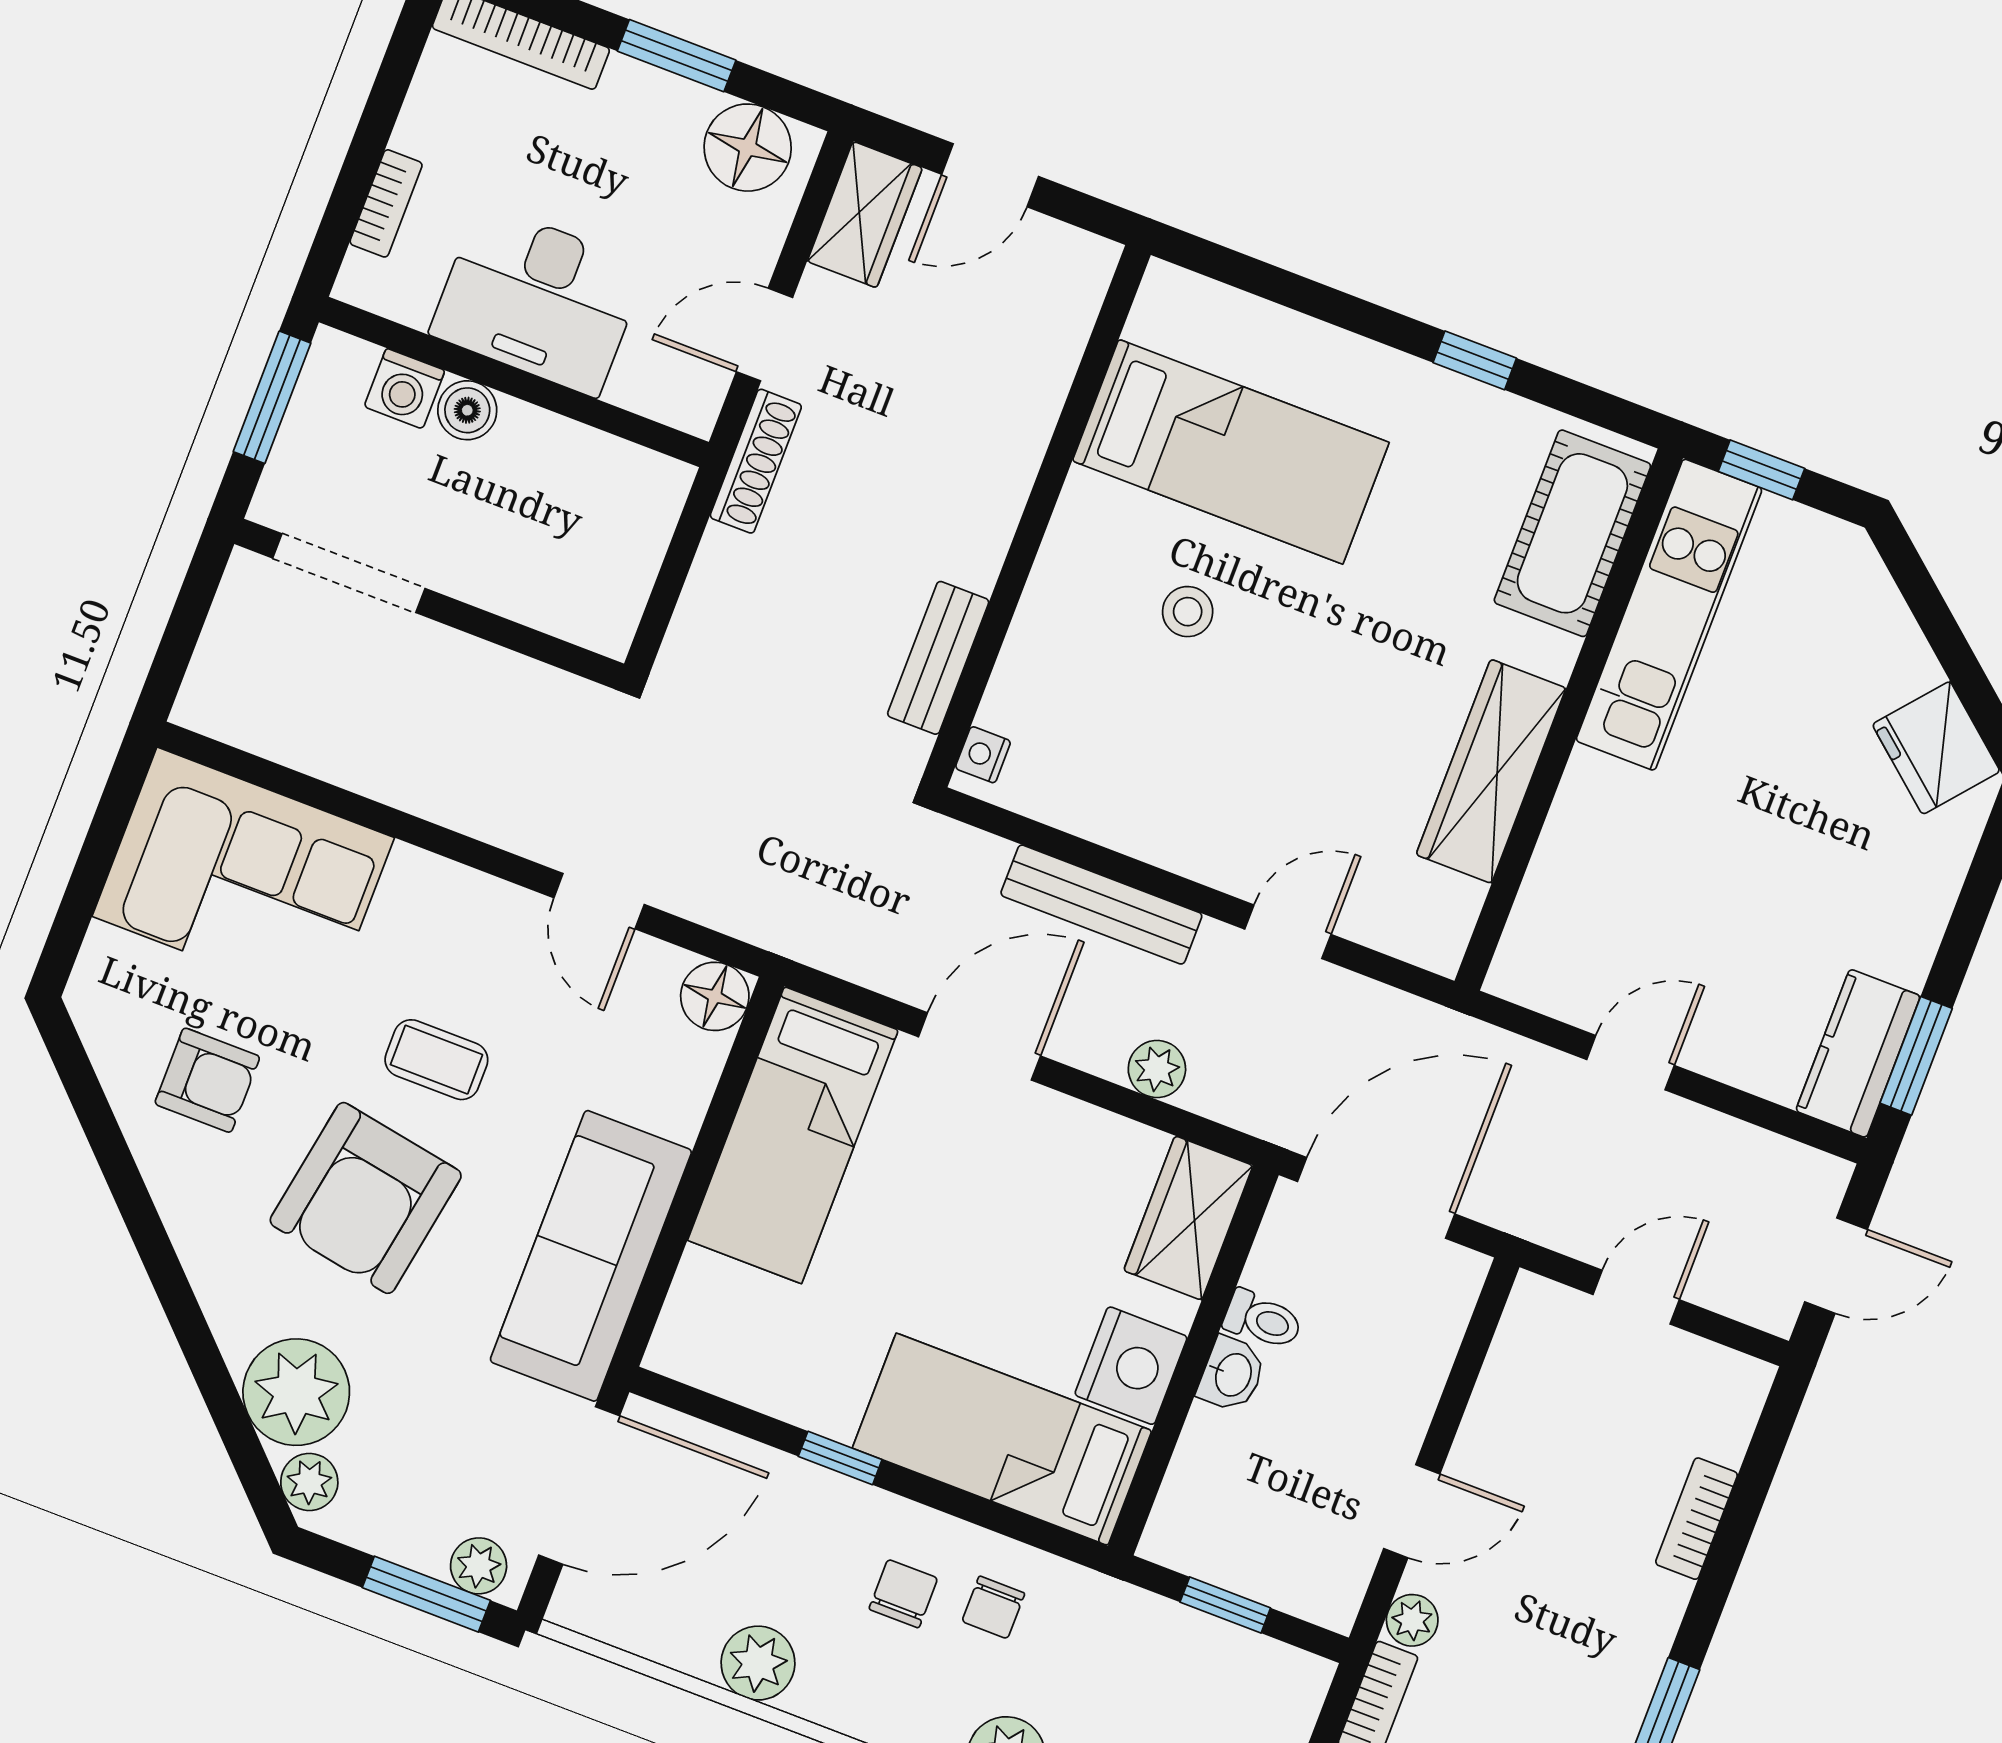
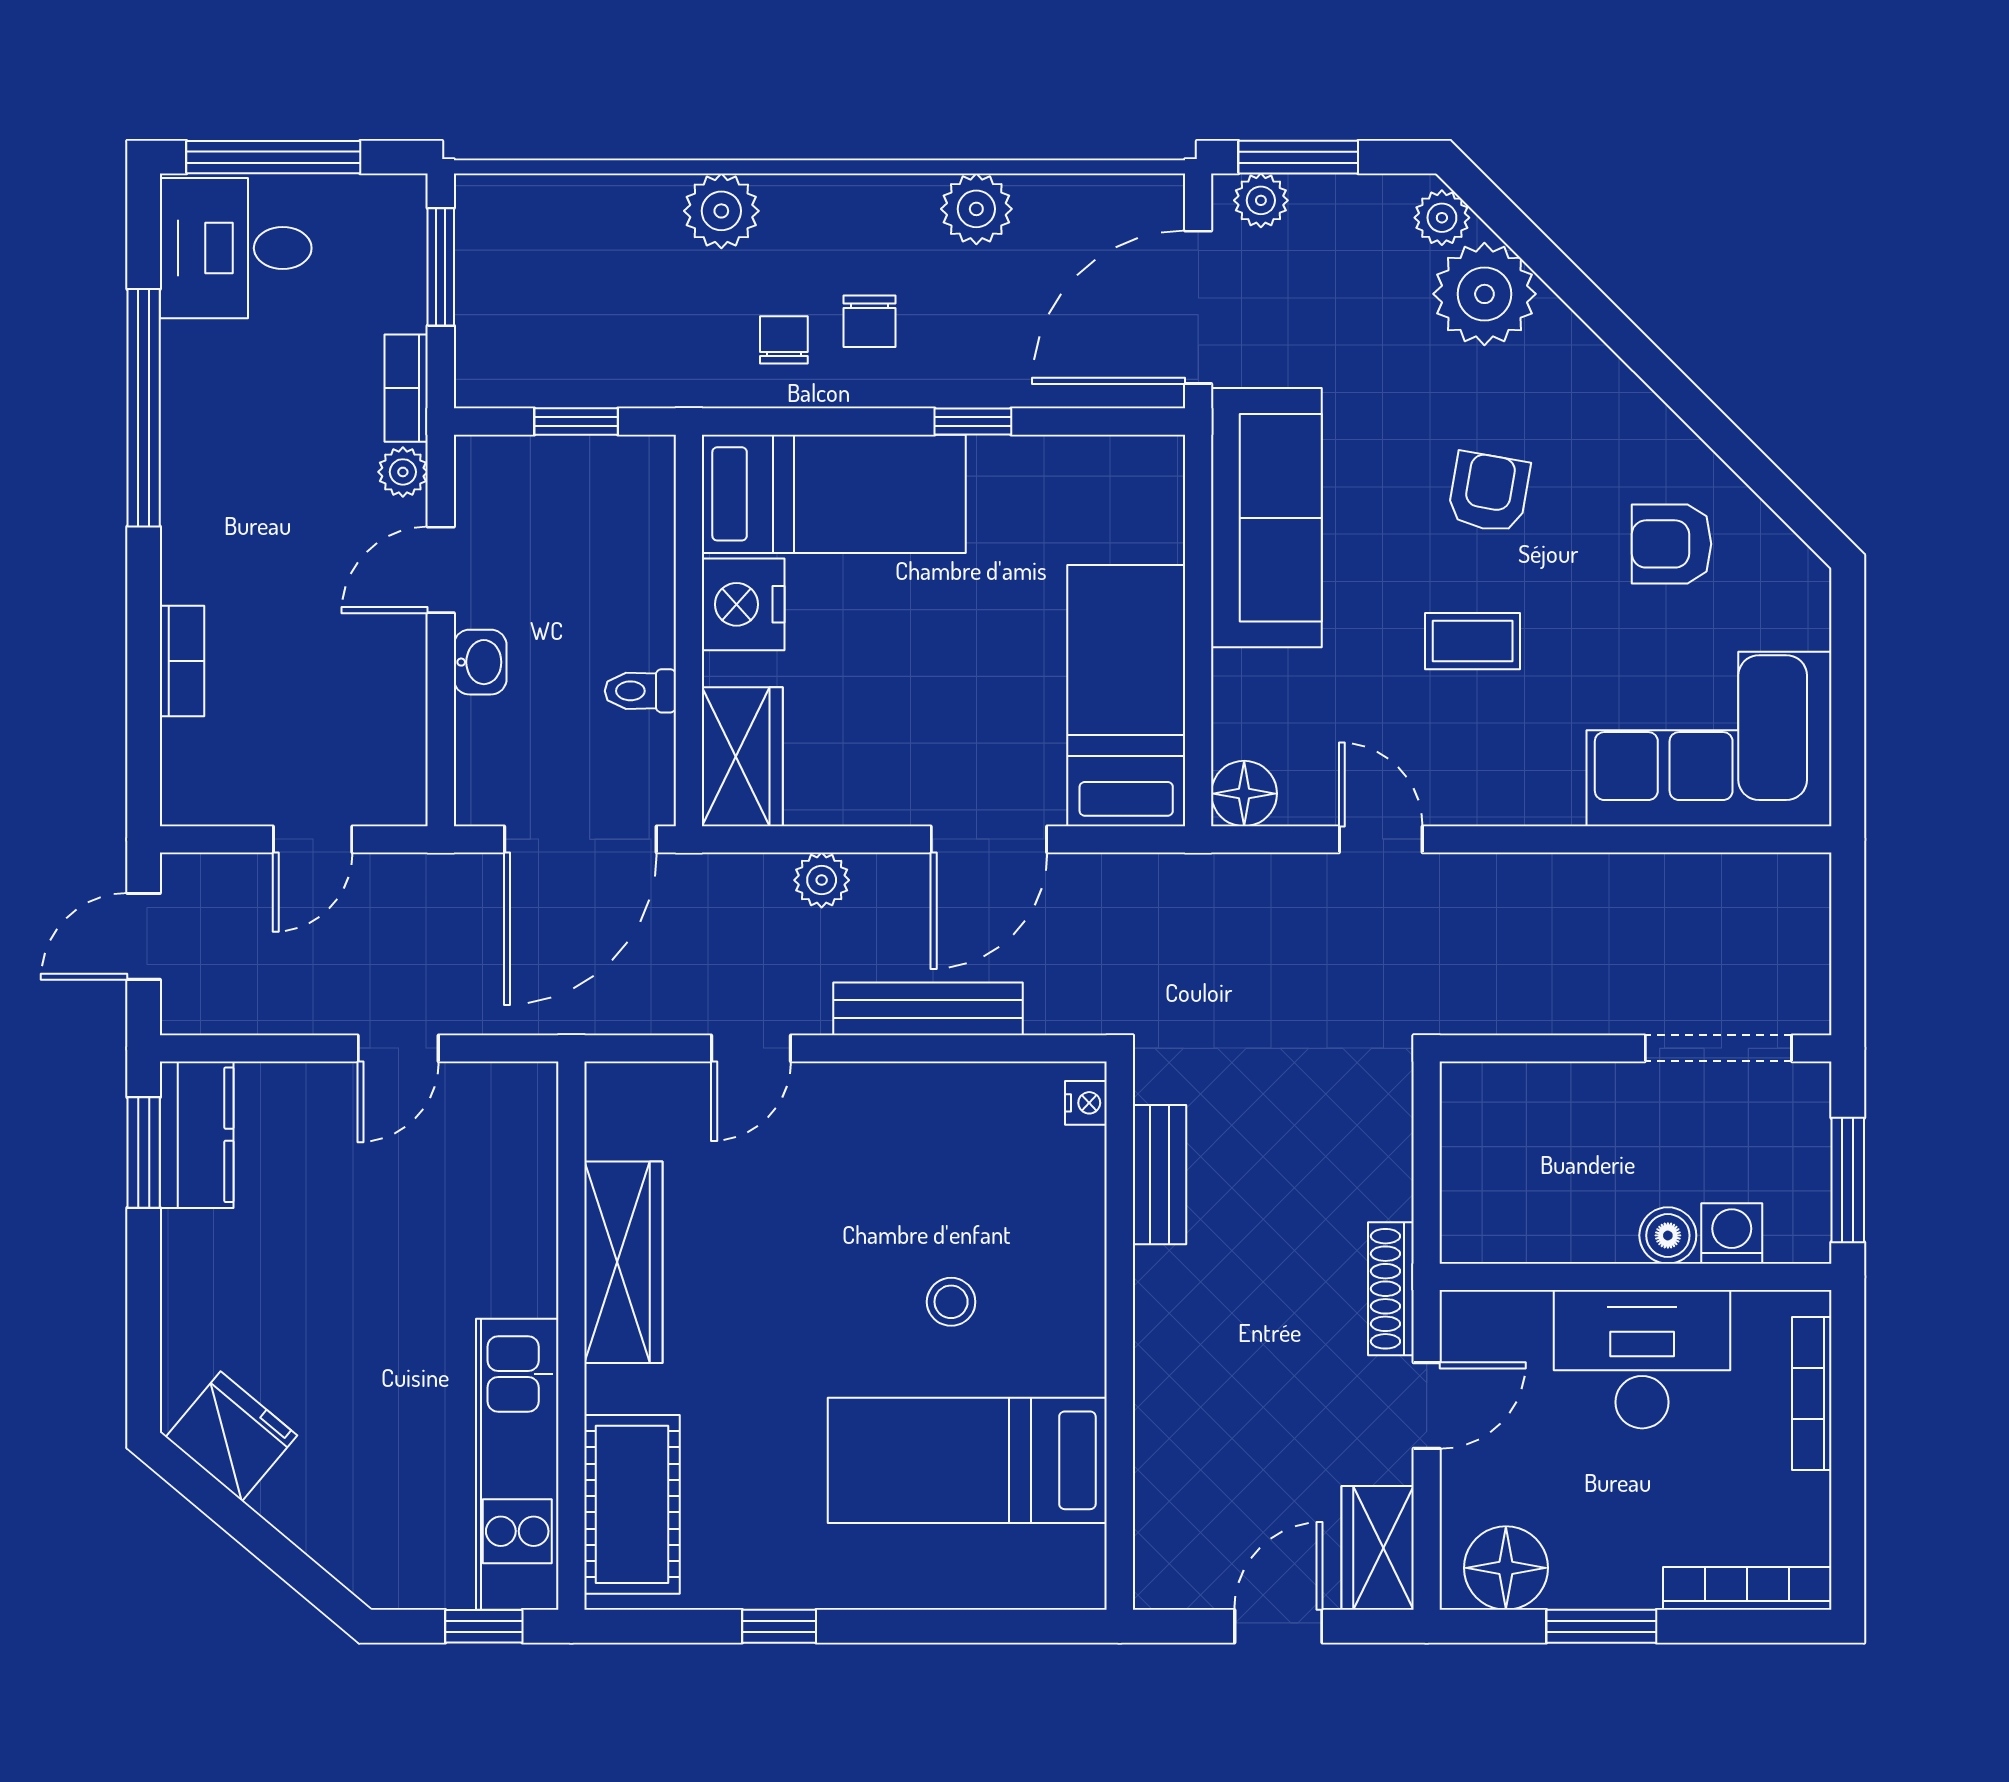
bookcase: (386, 203) -> (1812, 1394), width x1.56
armchair: (366, 1198) -> (1489, 492), width x0.53, depth x0.53
washbasin: (1232, 1374) -> (480, 662), moved, turned 180

